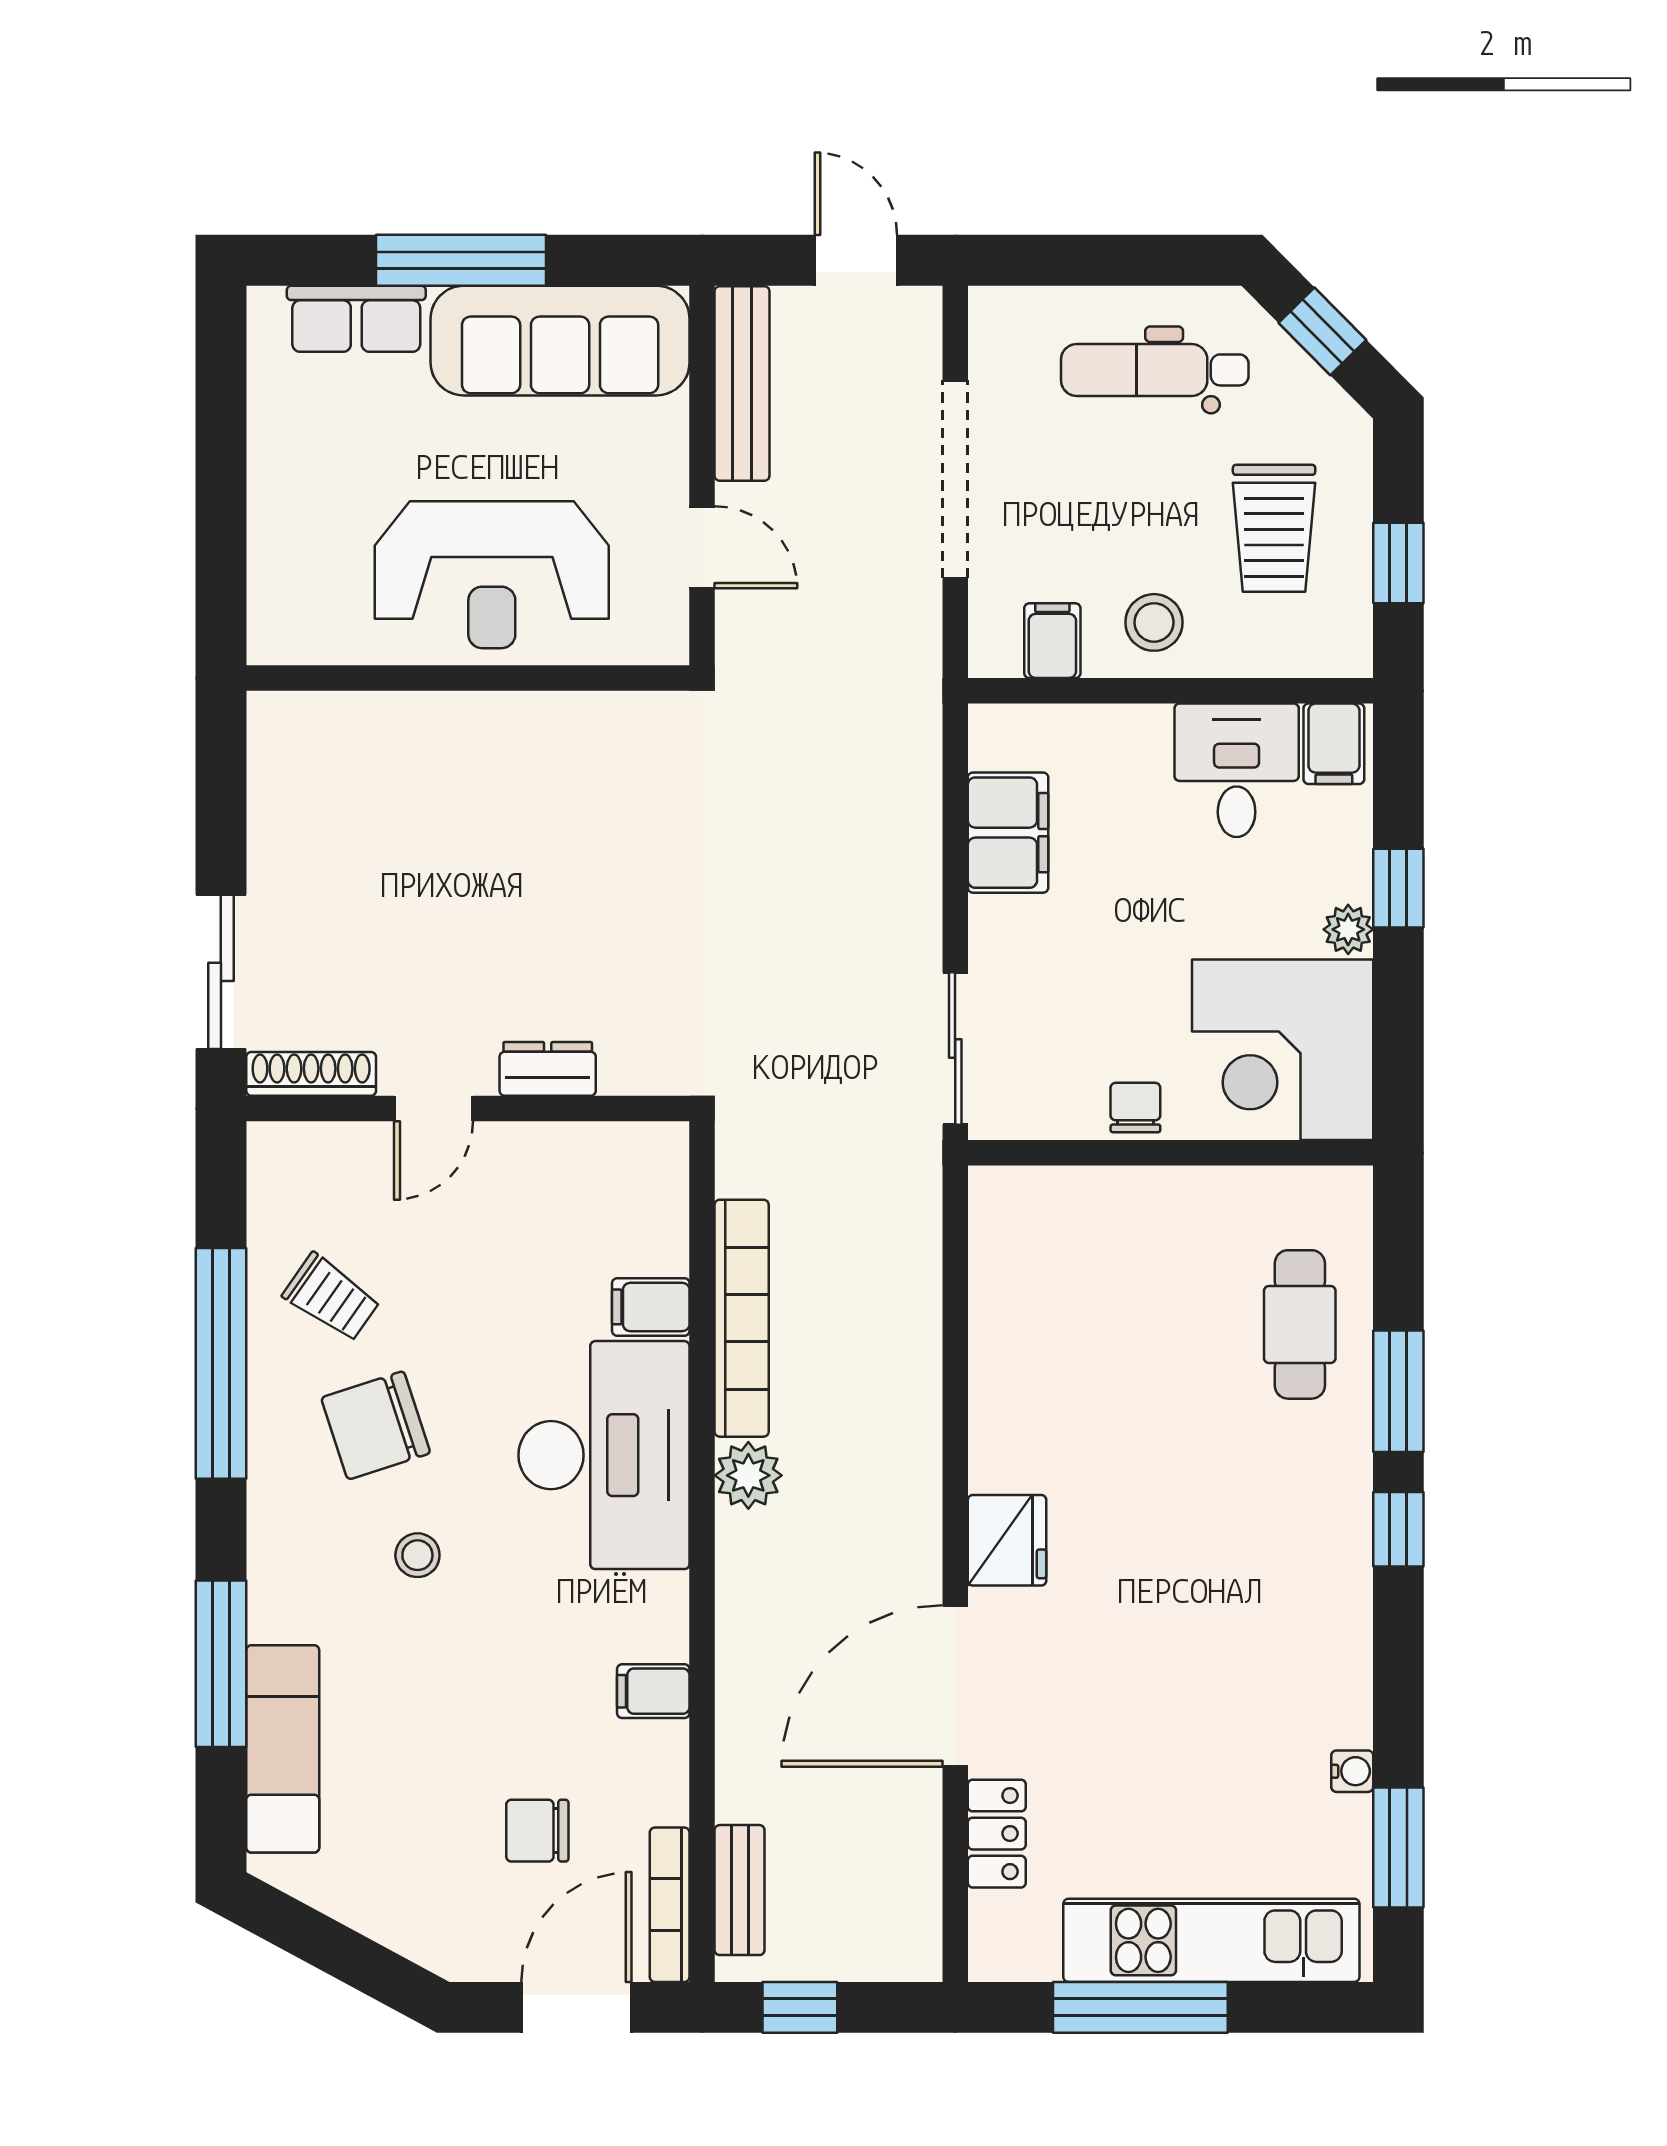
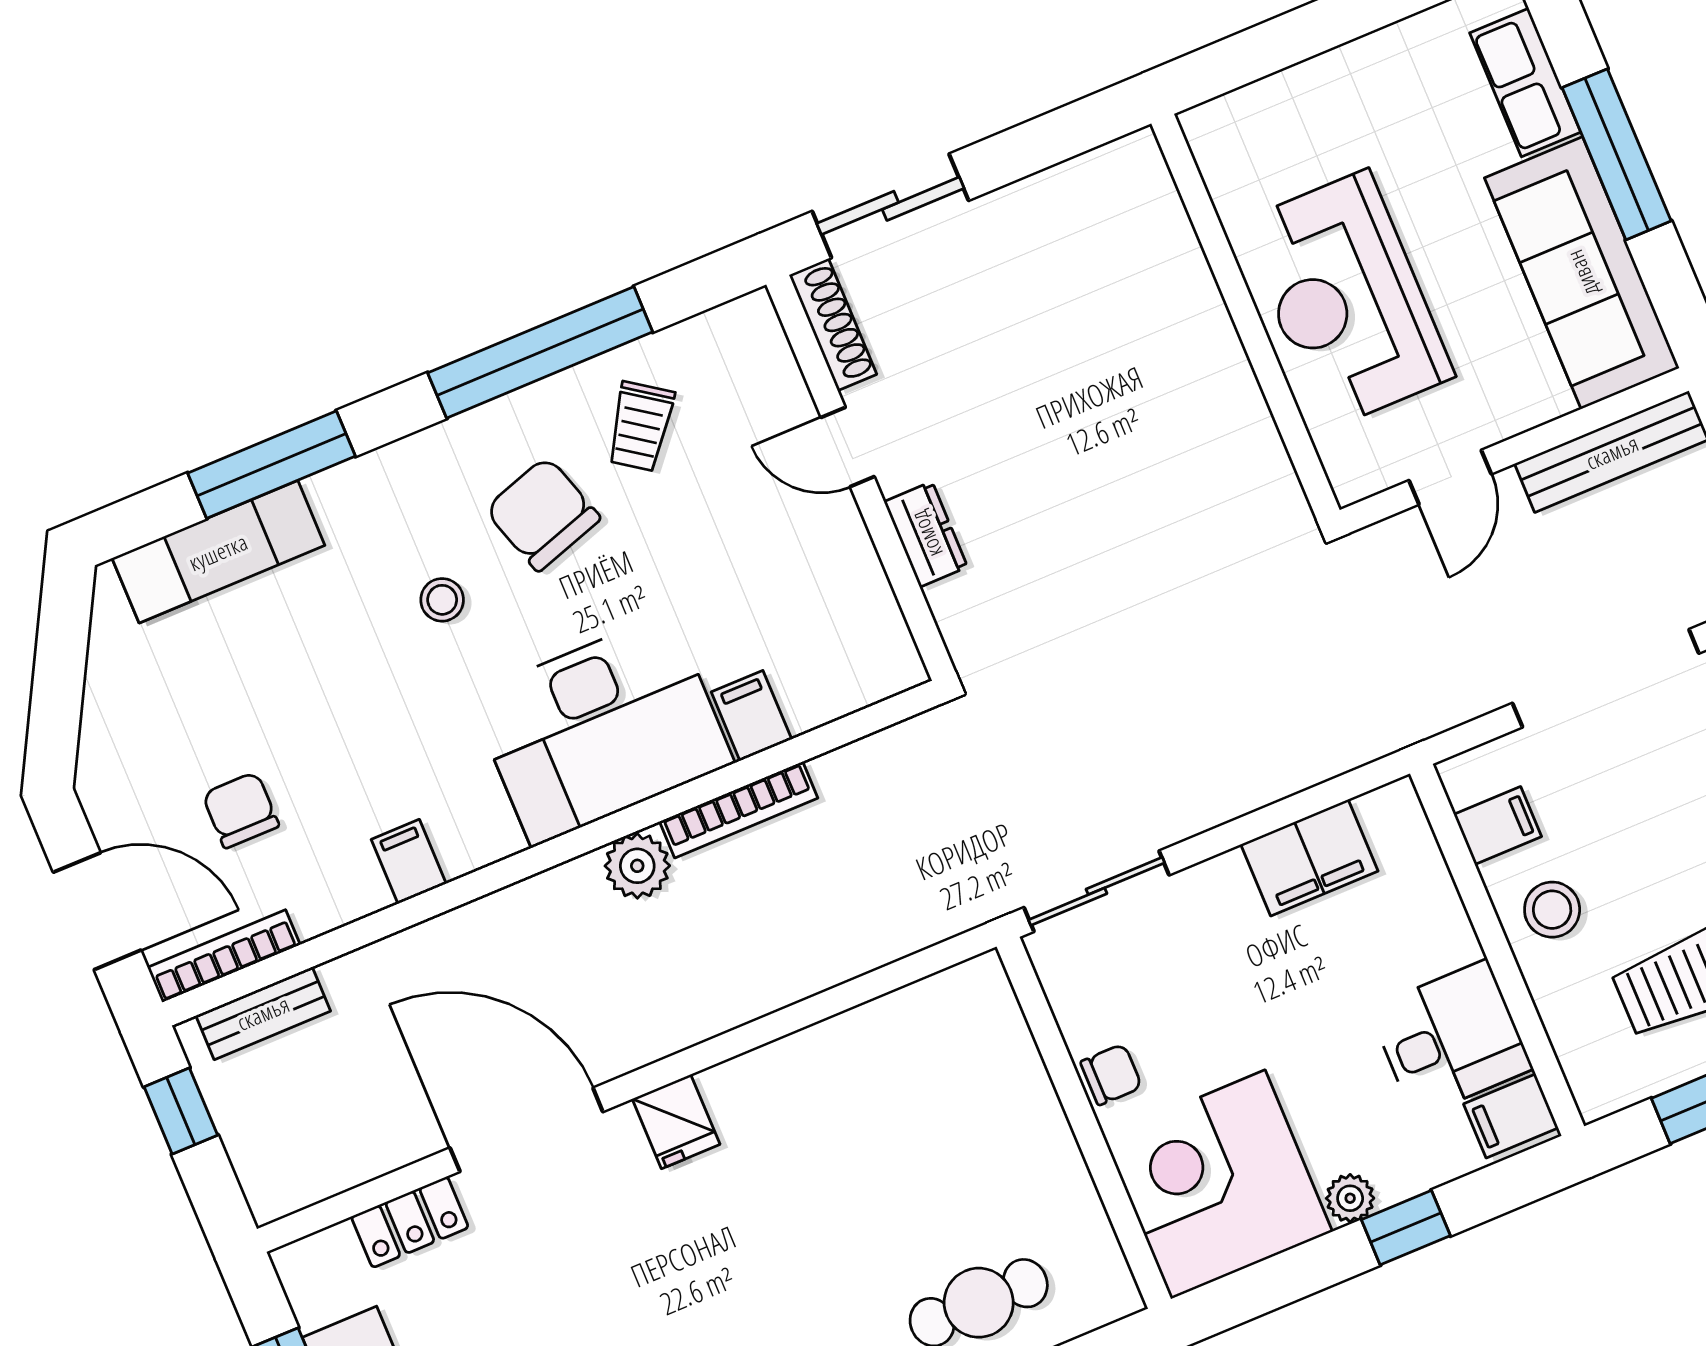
bookcase: (742, 1318) -> (739, 810), width x0.68, depth x0.76
fridge: (1007, 1540) -> (676, 1122), width x0.72

